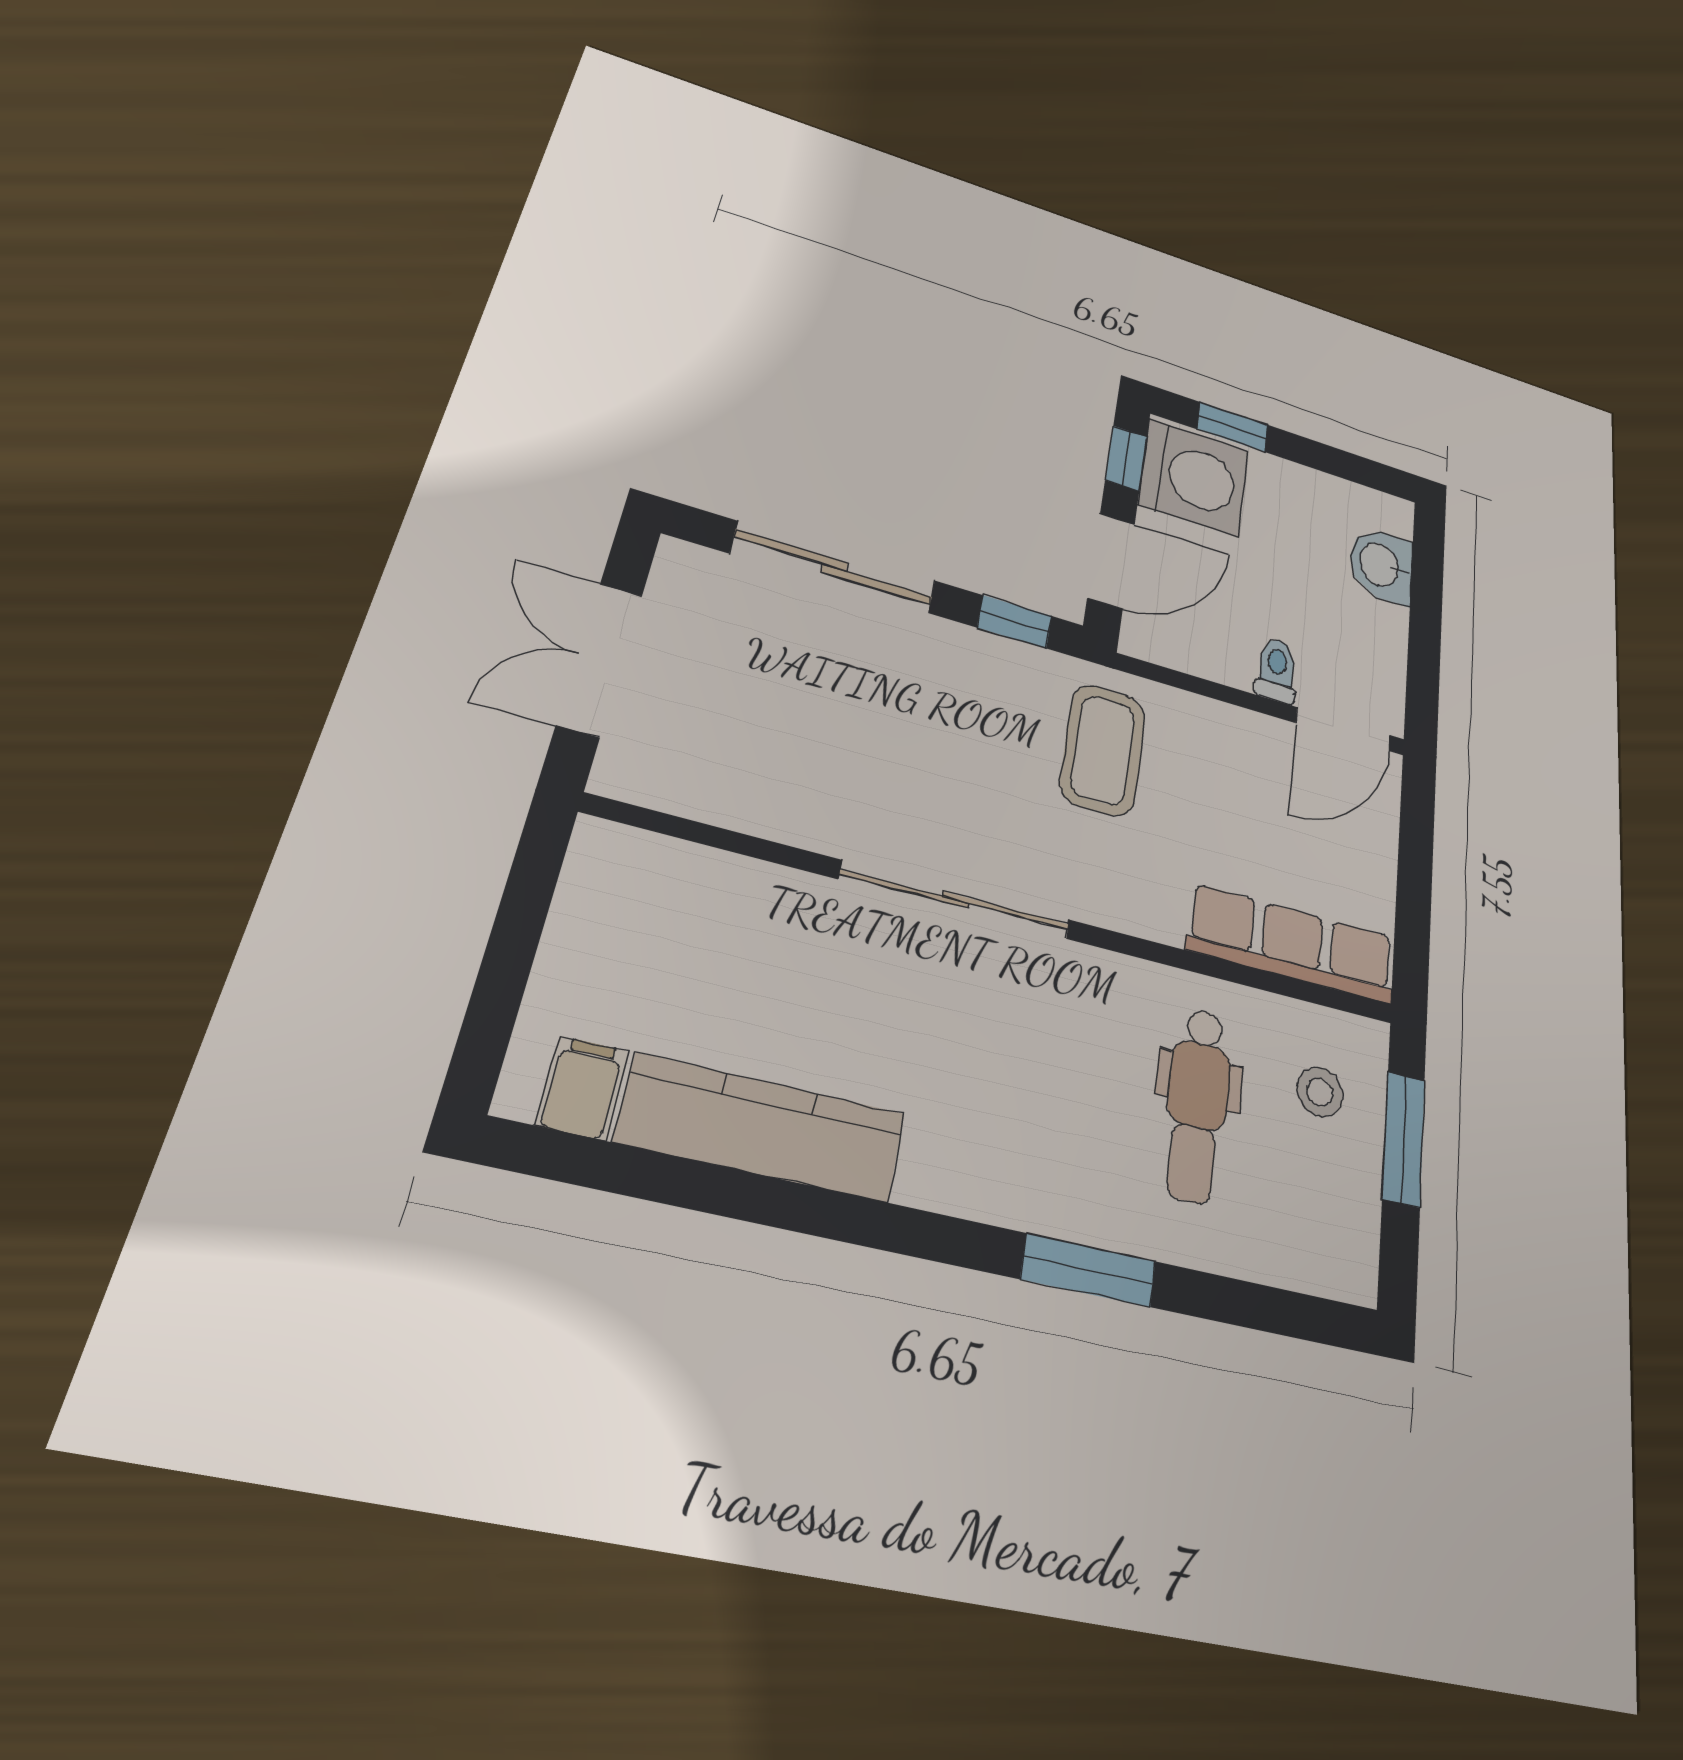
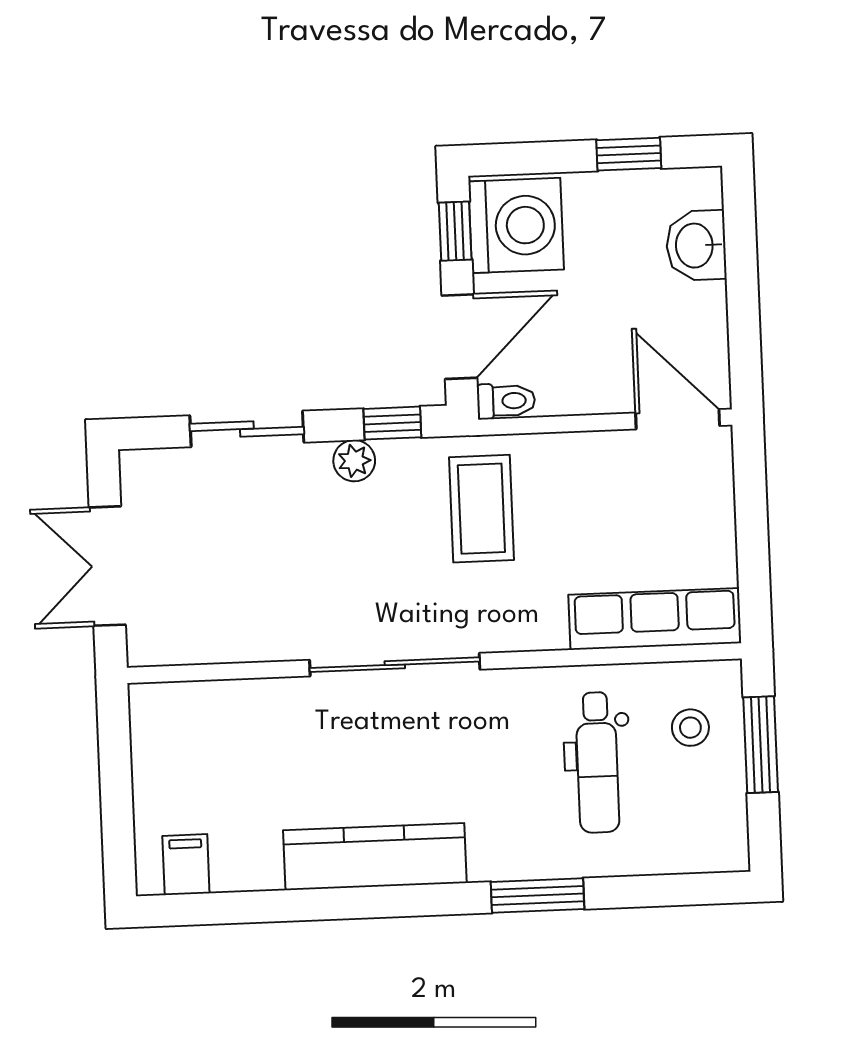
window: (1232, 427) -> (629, 154), moved
sliding door: (834, 567) -> (247, 429), width x0.73
plant: (959, 646) -> (354, 461), added
toilet: (1277, 670) -> (506, 401), moved, turned 90
door: (1343, 729) -> (678, 419), swing flipped
kitchen counter: (762, 1128) -> (375, 857), moved

